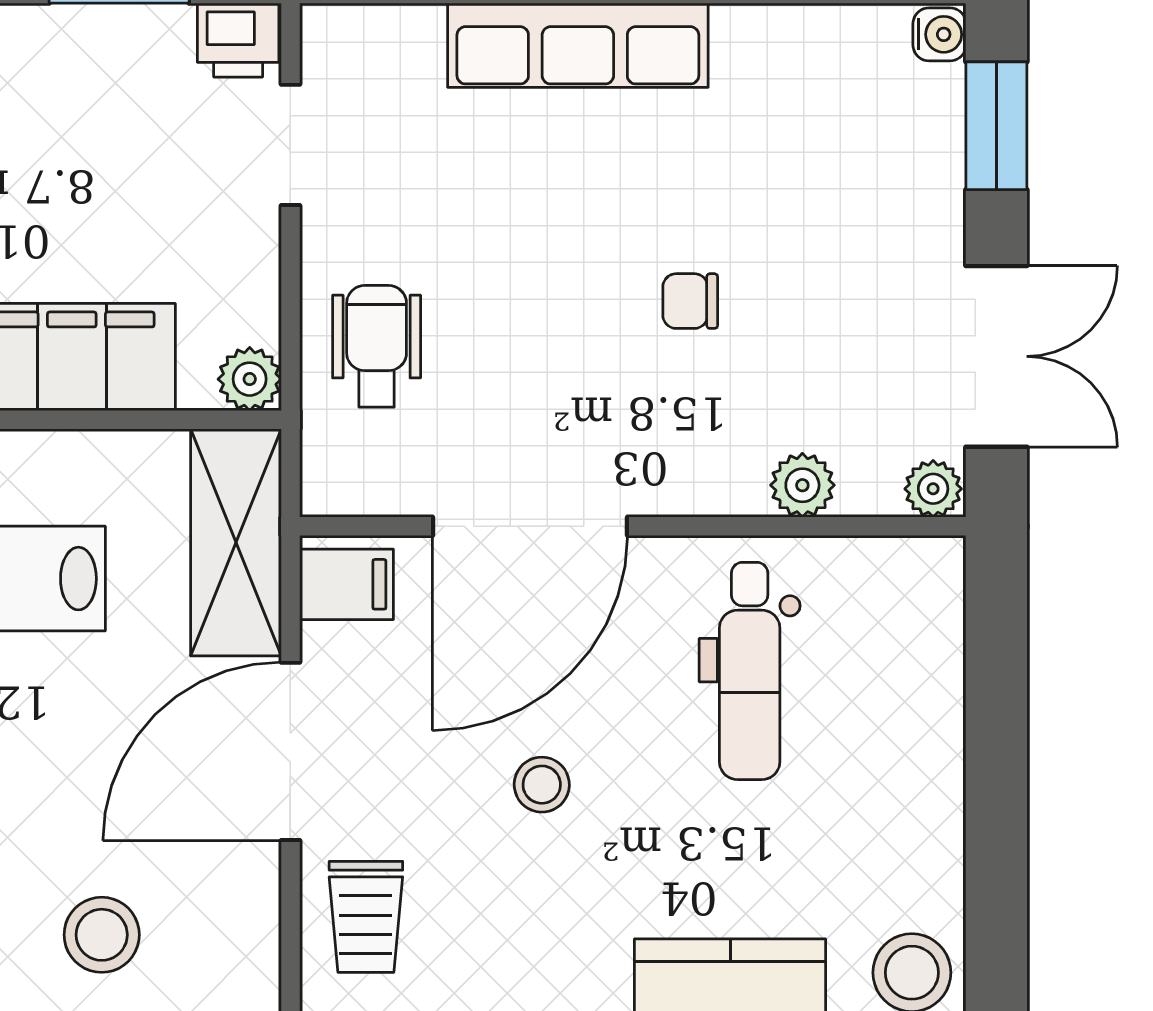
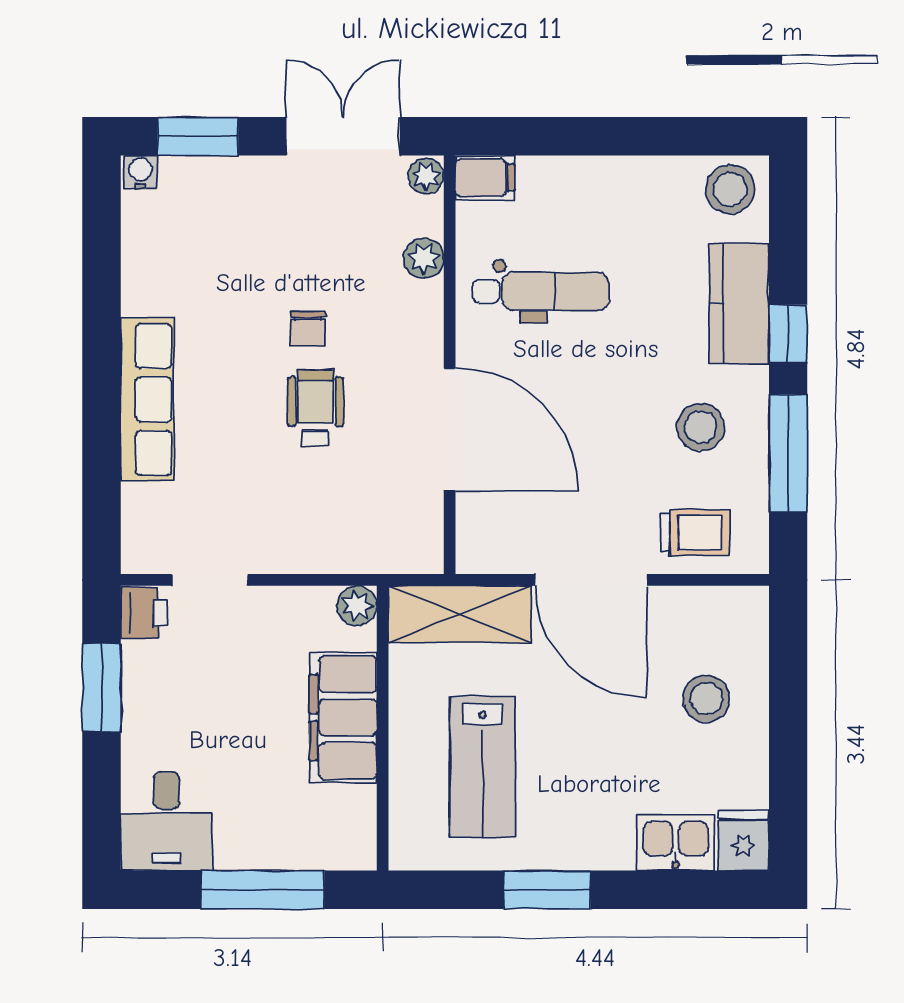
wheelchair: (377, 346) -> (315, 408), moved, turned 90
filing cabinet: (347, 584) -> (485, 178), moved, turned 90
stool: (542, 785) -> (701, 427), moved, width x1.37, depth x1.37

